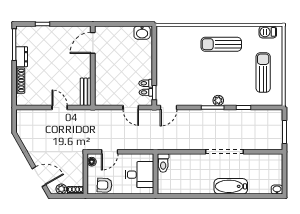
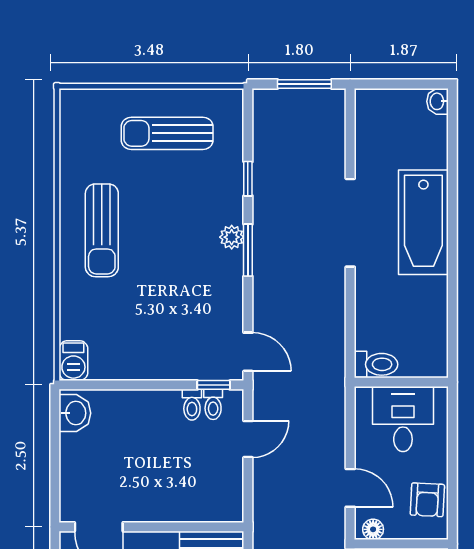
barbecue: (268, 32) -> (73, 361), moved
bathtub: (231, 186) -> (423, 222), width x1.36, depth x1.36

